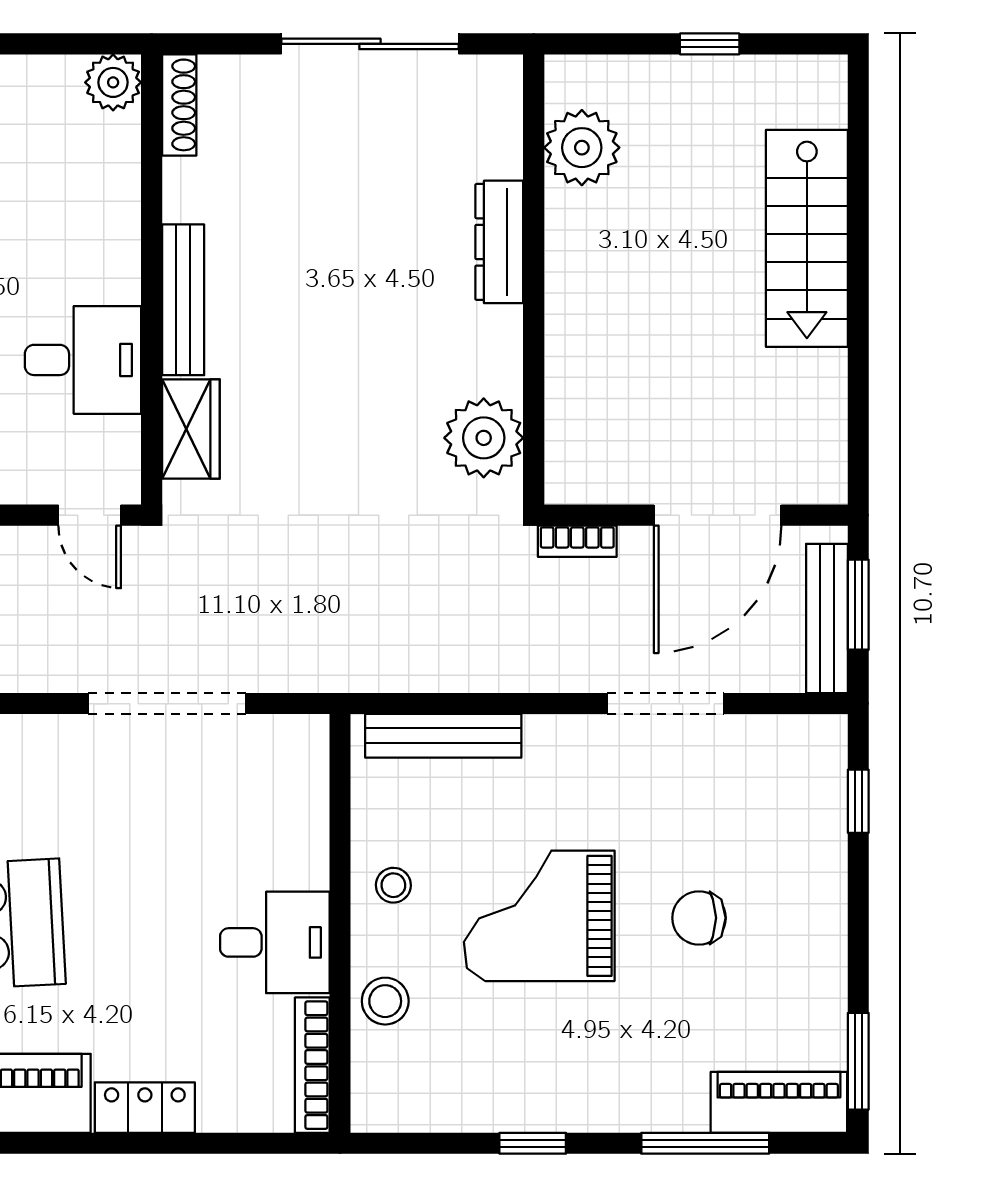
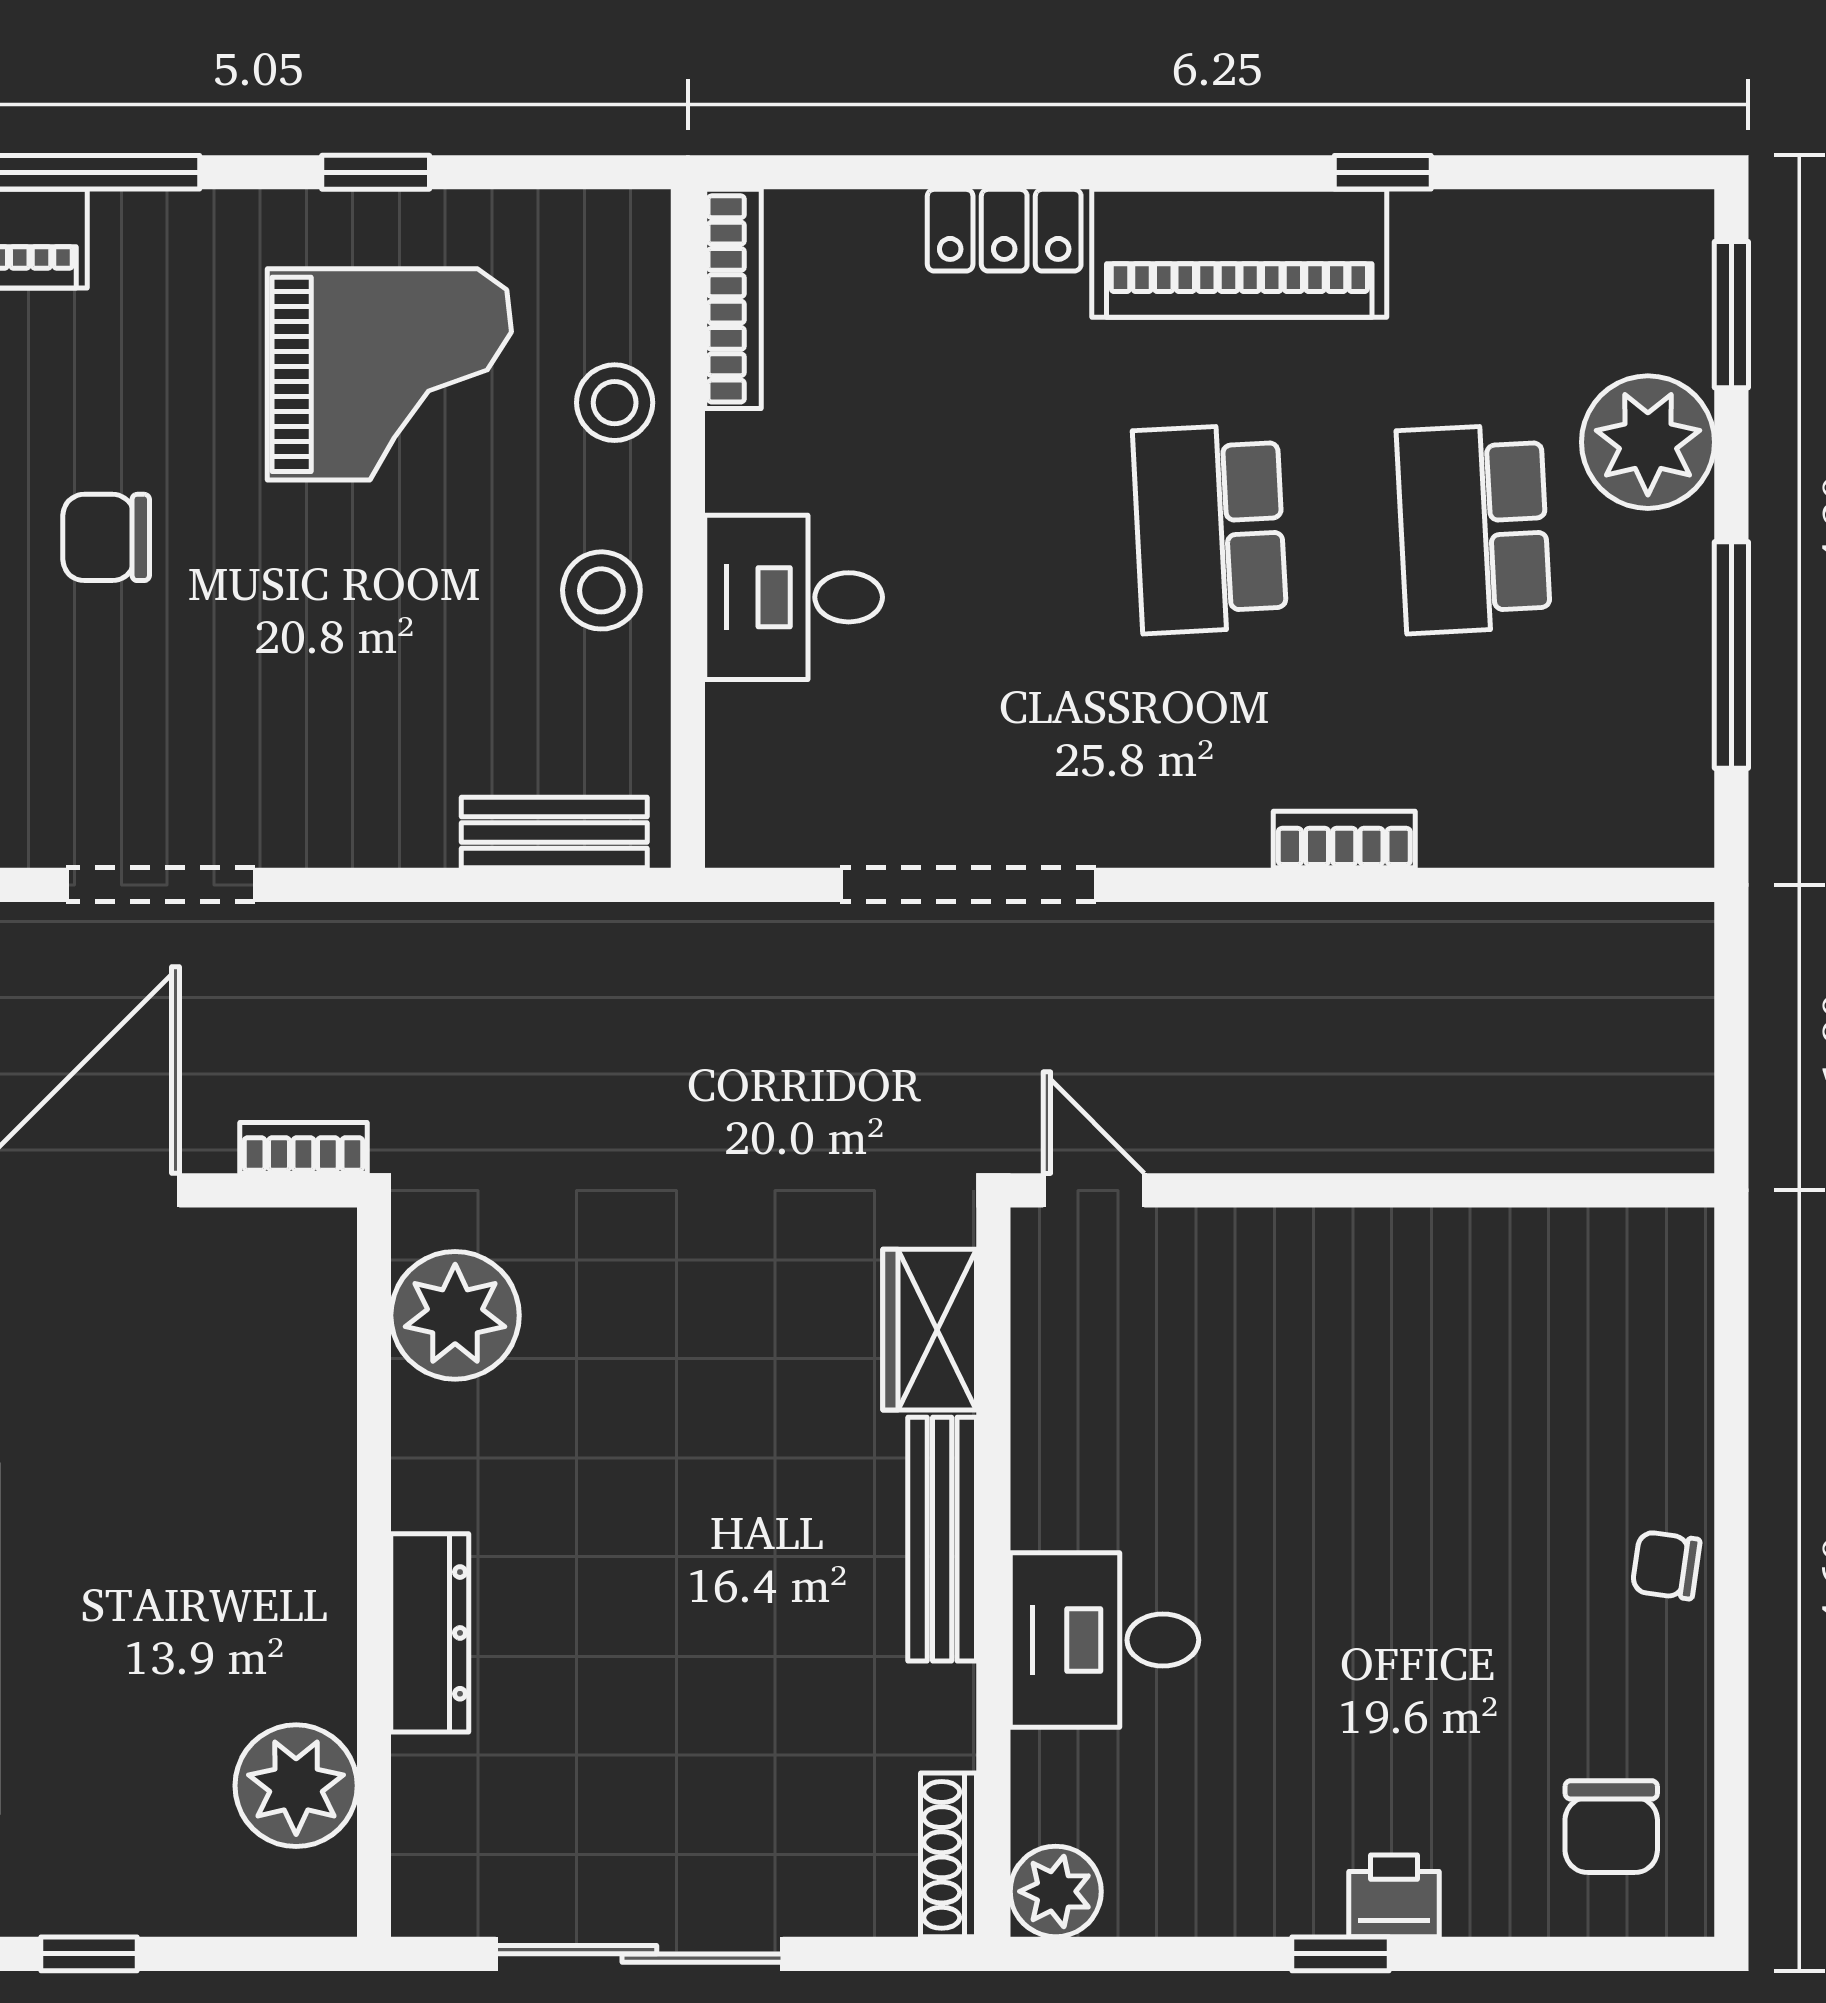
desk: (83, 360) -> (1104, 1640), moved
bench: (443, 736) -> (554, 832), width x0.73
stool: (393, 885) -> (601, 590), width x1.37, depth x1.37
grand piano: (539, 916) -> (389, 374), moved
chair: (699, 918) -> (106, 537), turned 180
desk: (275, 942) -> (794, 597), moved

